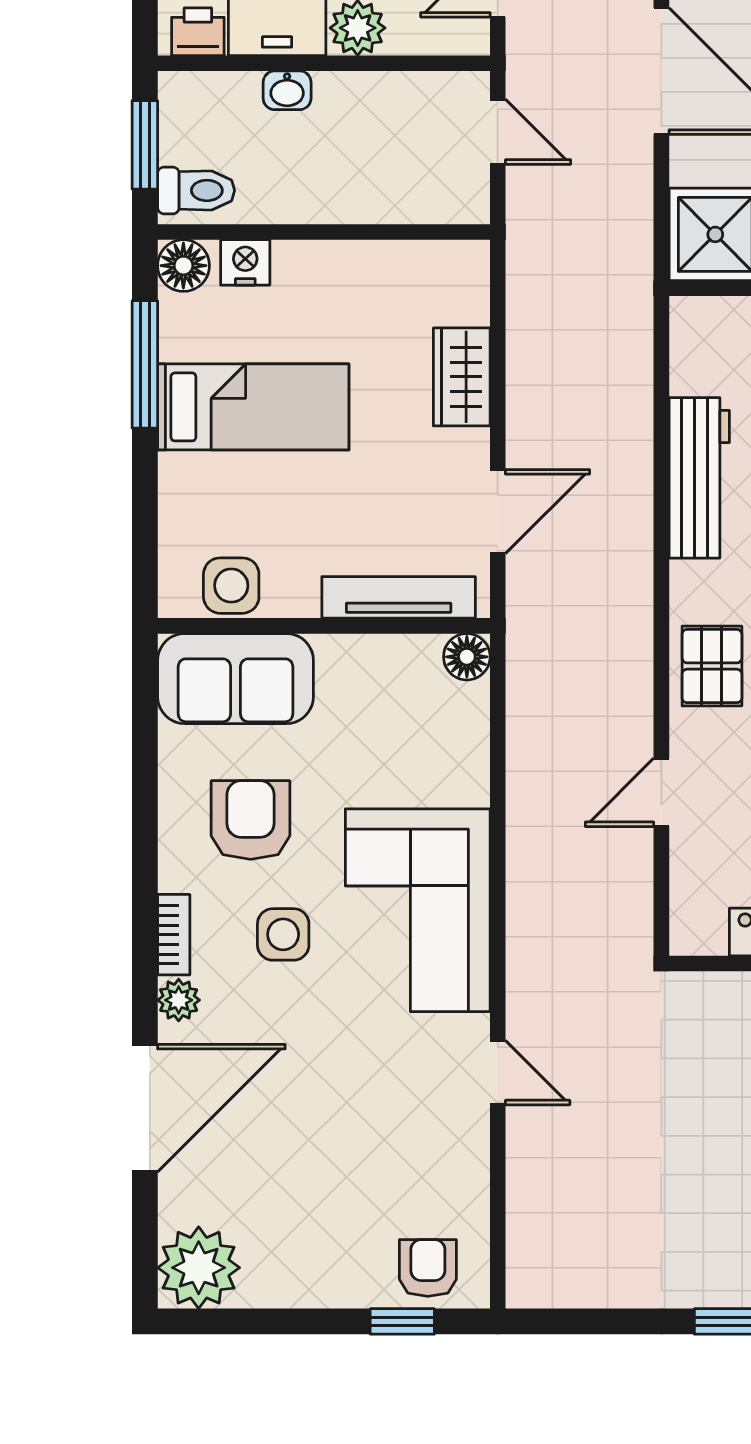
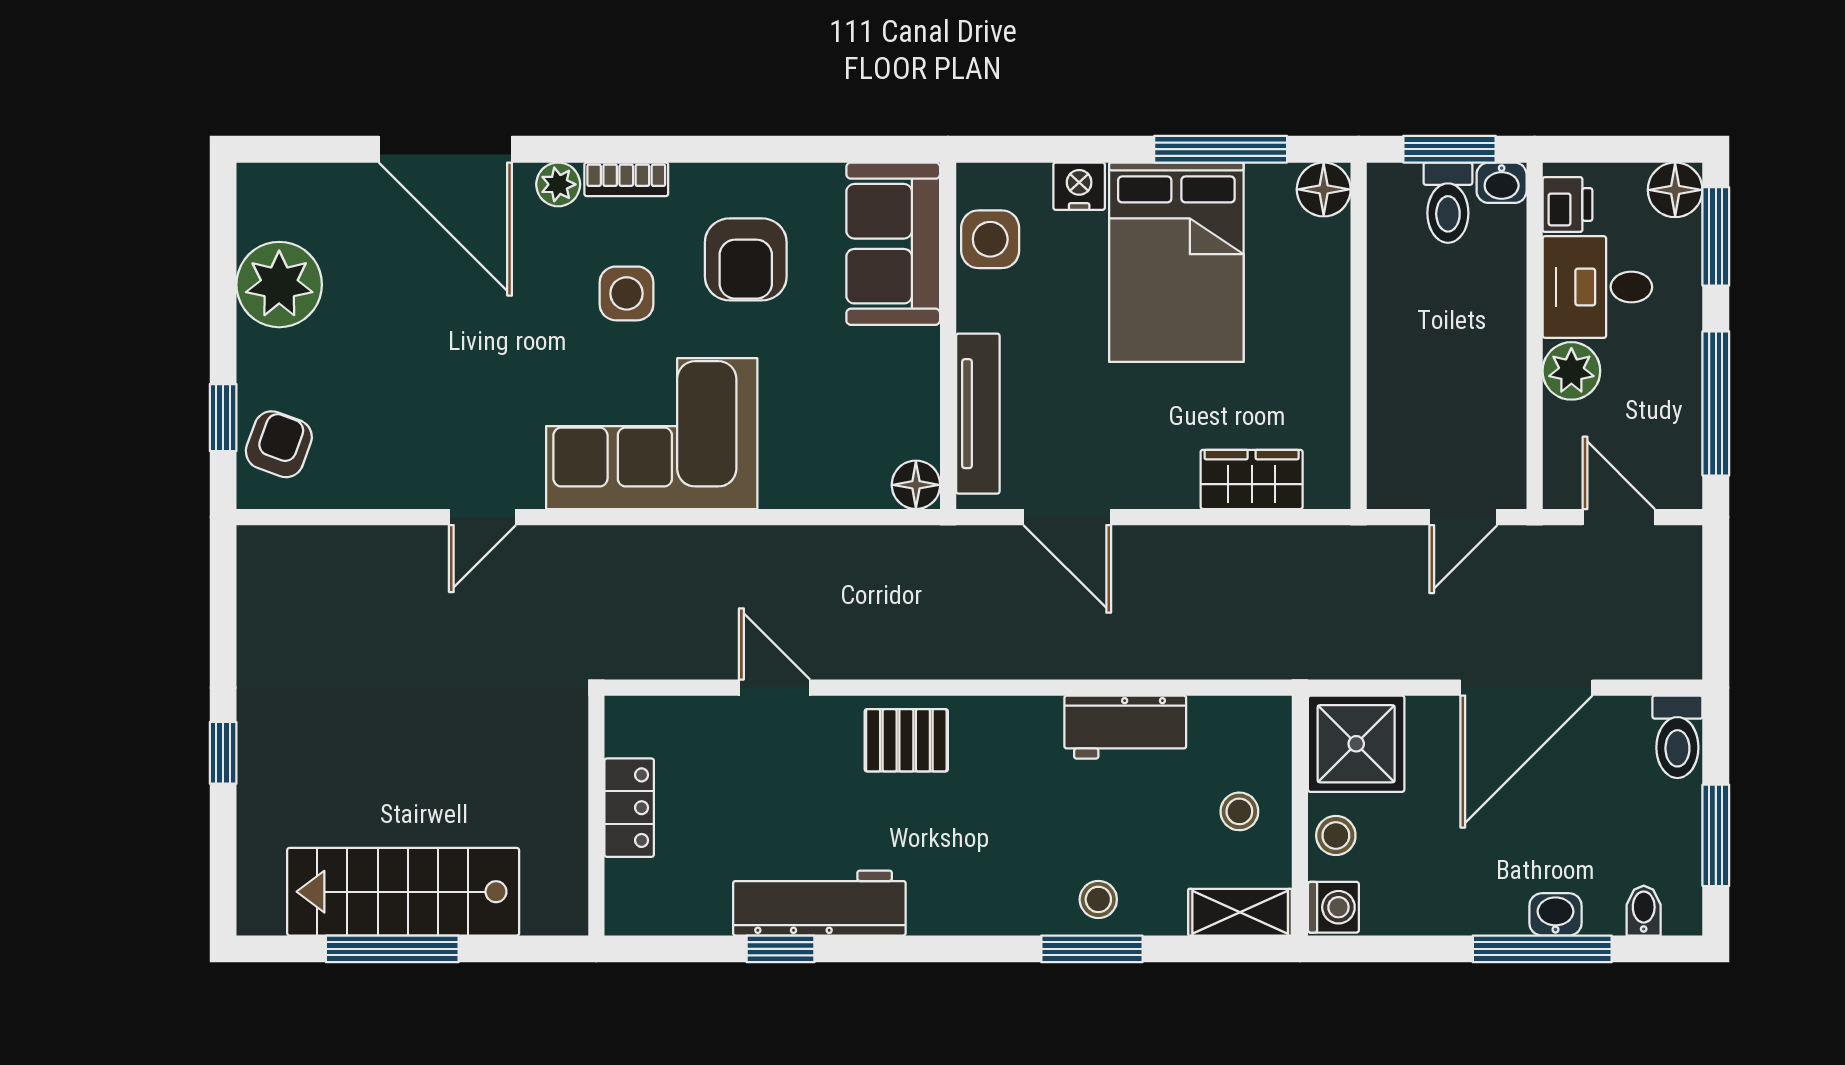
washbasin: (287, 90) -> (1502, 183), moved, turned -90
toilet: (196, 190) -> (1448, 203), moved
nightstand: (245, 262) -> (1079, 186), moved, turned -90
wardrobe: (462, 377) -> (1252, 479), moved
bed: (253, 407) -> (1176, 262), width x1.50
workbench: (699, 478) -> (1125, 727), width x0.73
armchair: (251, 820) -> (746, 259), turned 90
plant: (199, 1268) -> (279, 285), moved
armchair: (428, 1268) -> (279, 444), turned -70

